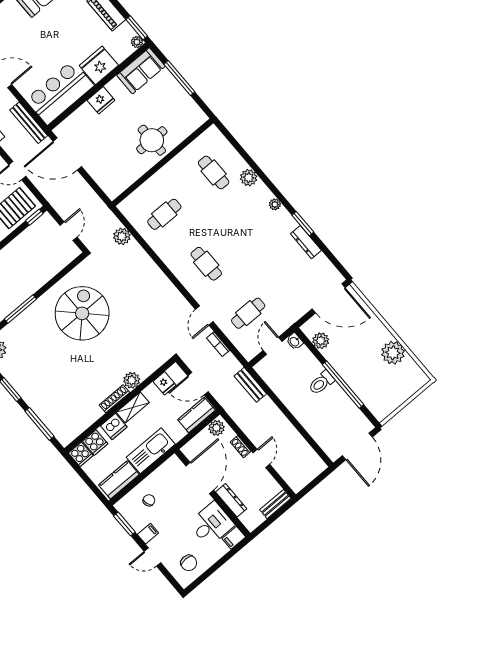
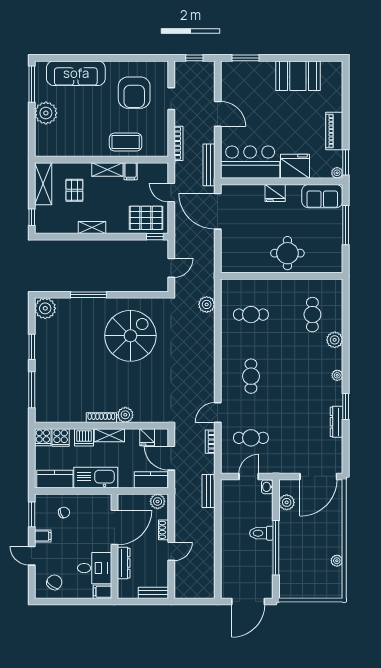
door: (329, 298) -> (318, 476), hinge flipped
plant: (393, 353) -> (337, 561), width x0.53, depth x0.53
chair: (189, 563) -> (54, 582), turned -146

